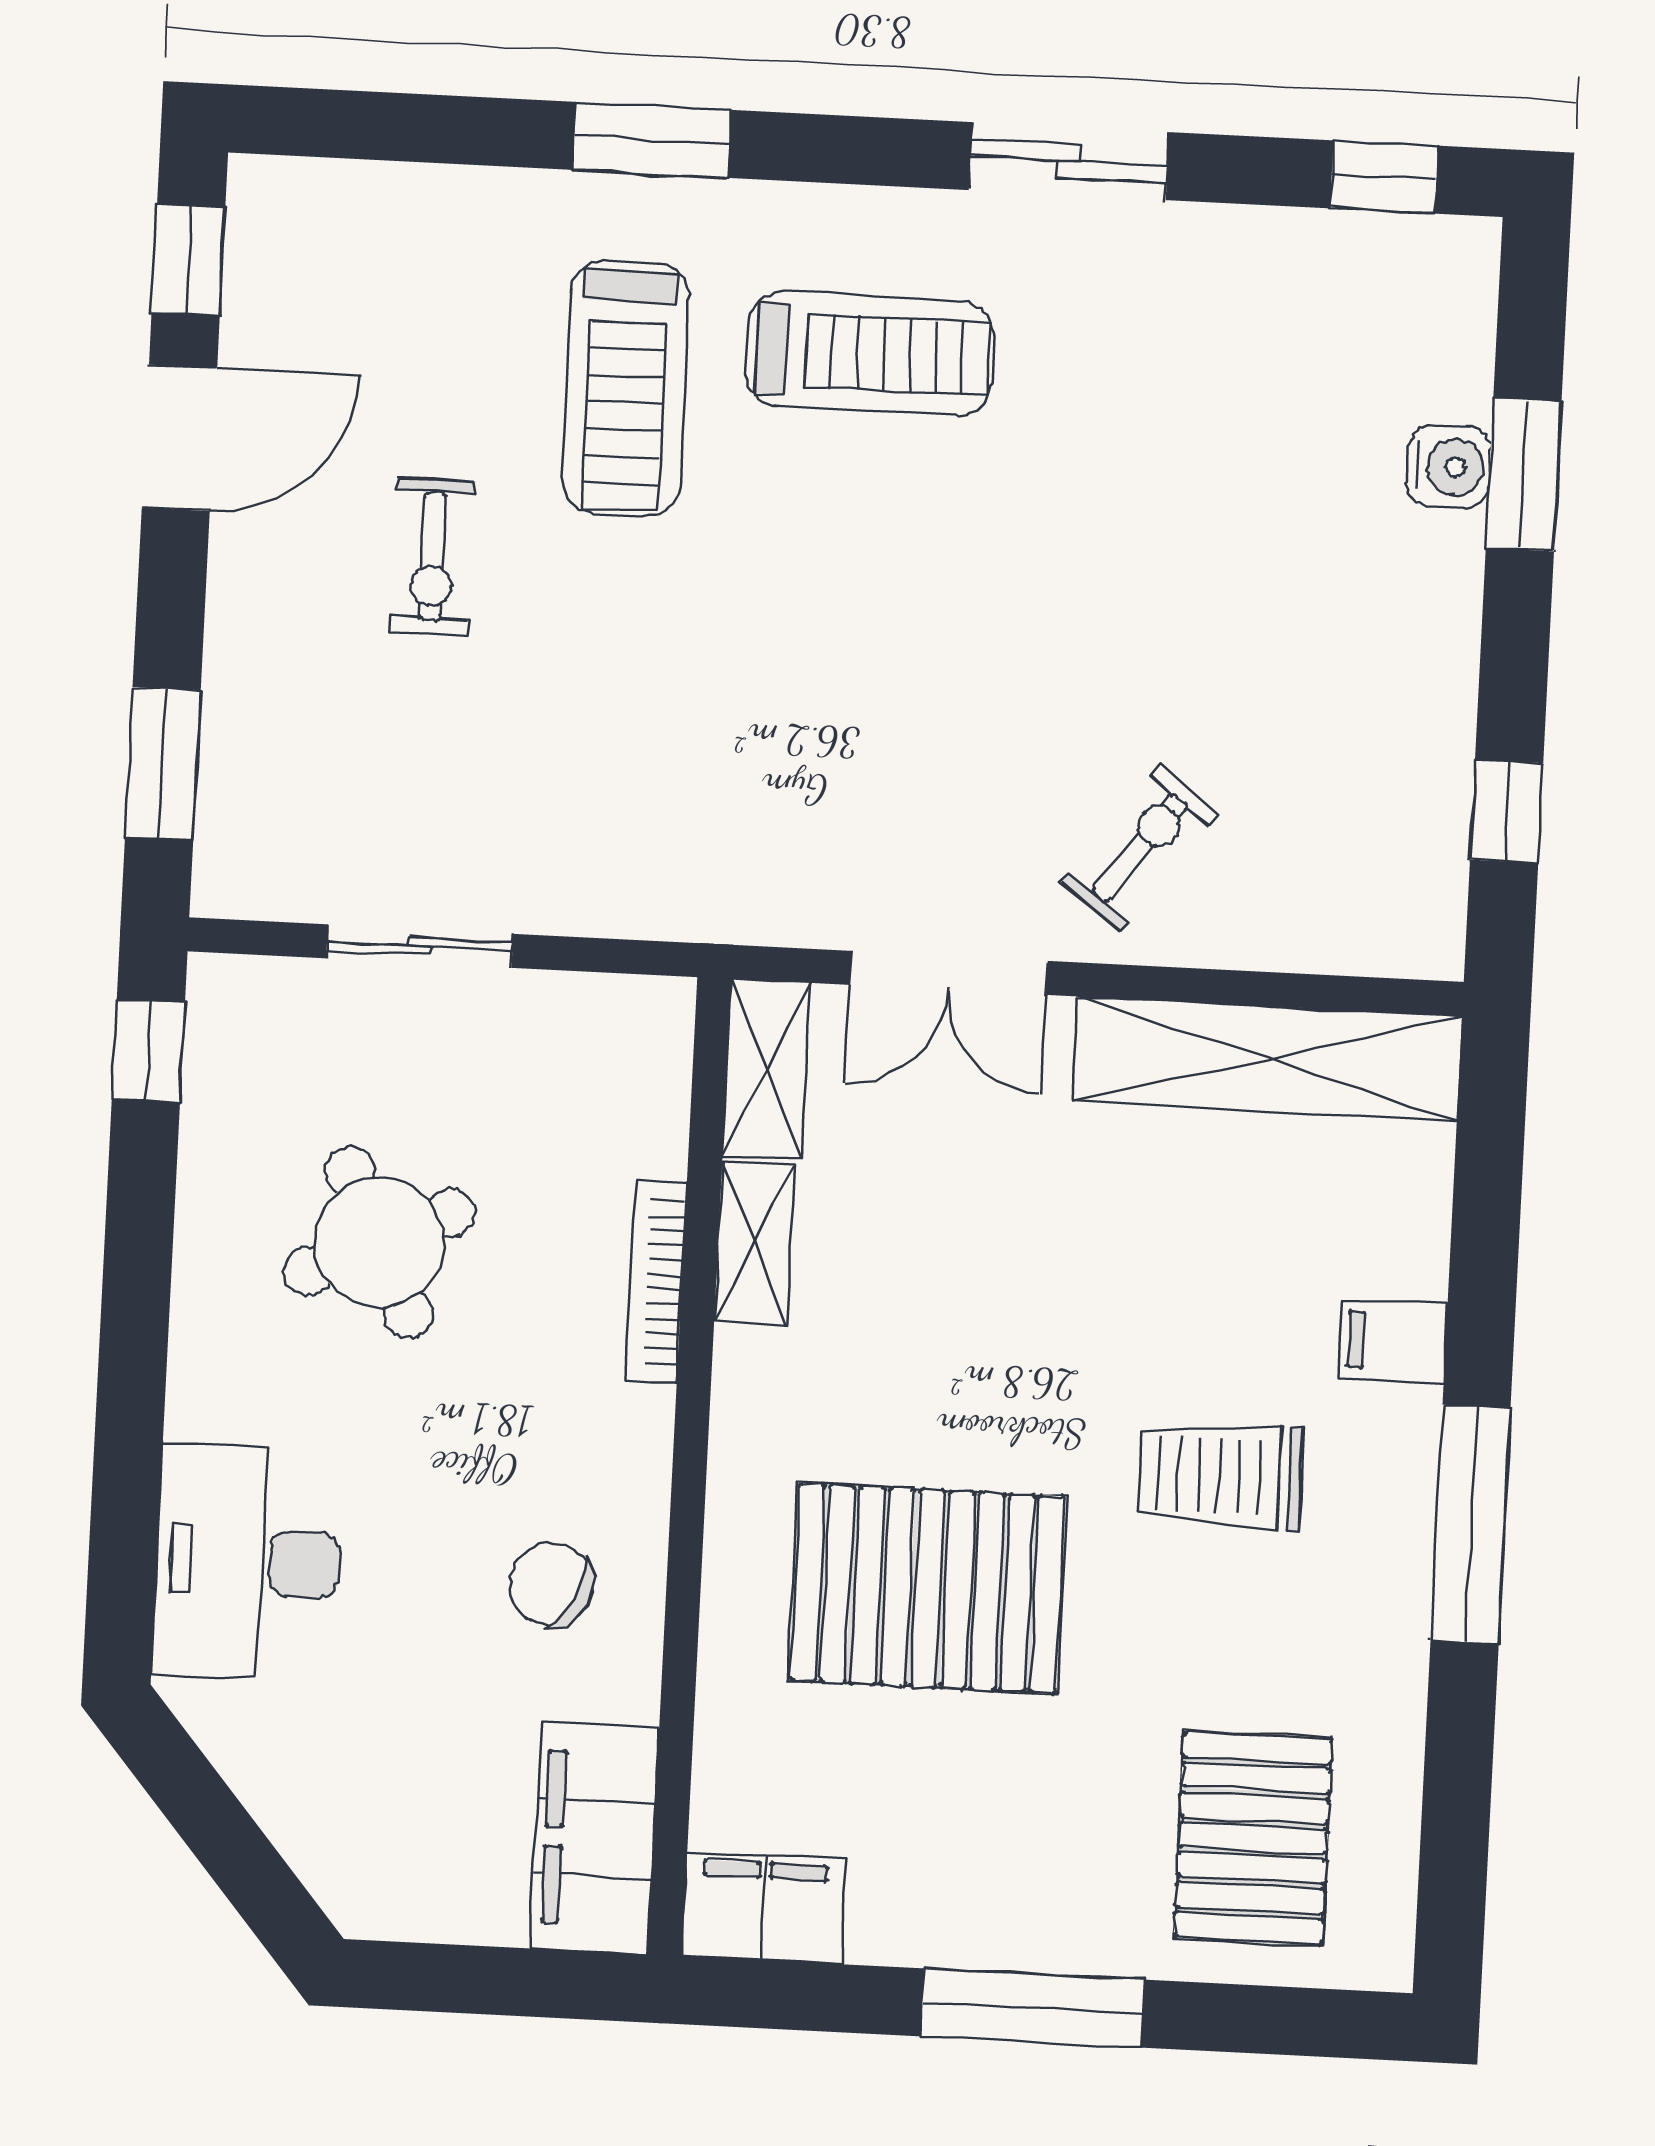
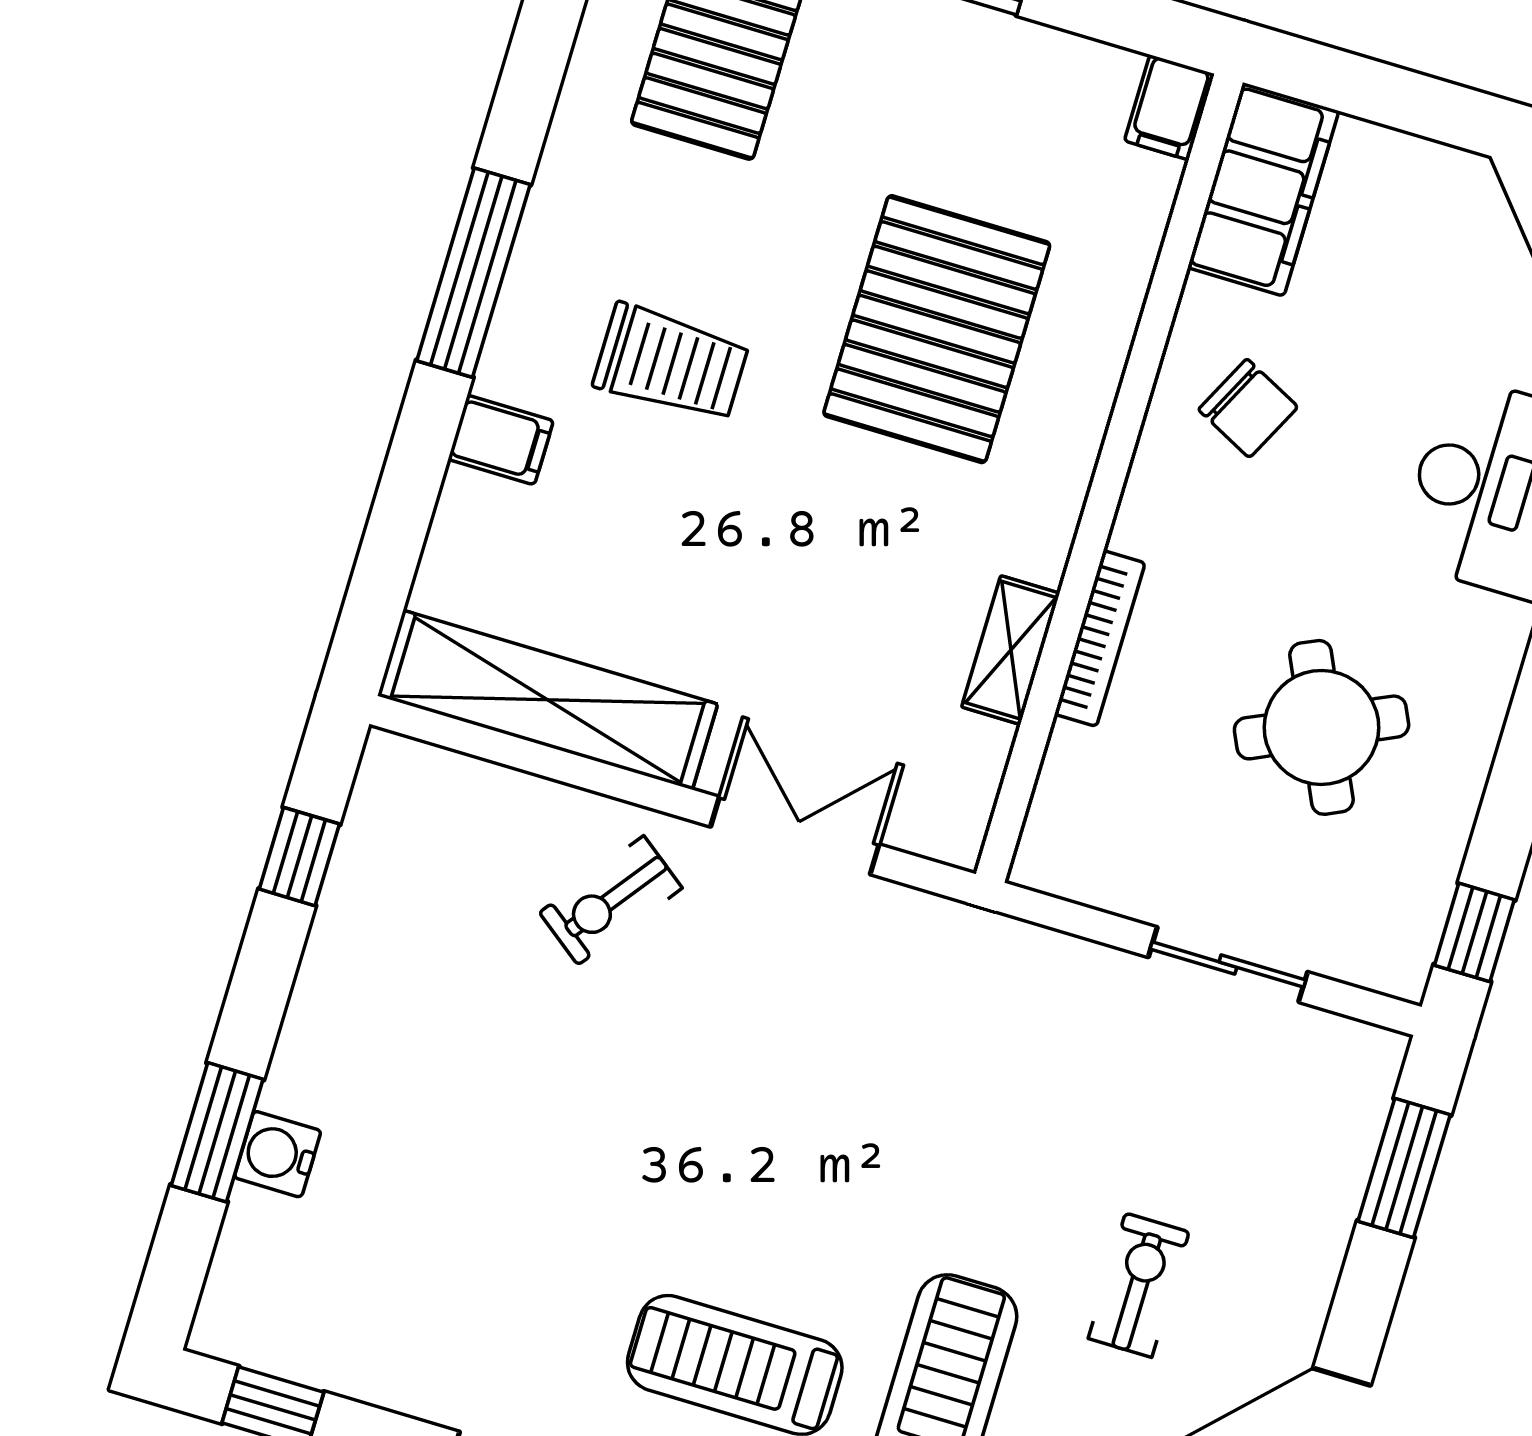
shelving: (766, 1069) -> (965, 793), removed
pallet: (928, 1588) -> (937, 329), turned 90
filing cabinet: (764, 1907) -> (1170, 107), width x0.50

